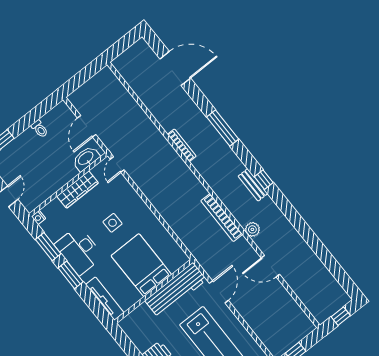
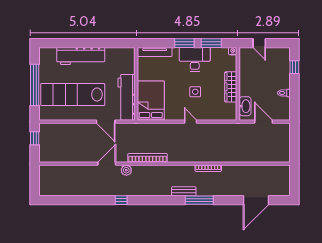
door: (117, 165) -> (191, 122), moved
window: (264, 180) -> (121, 200), moved
bench: (253, 185) -> (184, 191), moved
bed: (141, 265) -> (151, 101), moved, turned -90
door: (270, 266) -> (107, 164), moved
window: (341, 316) -> (35, 181), removed

